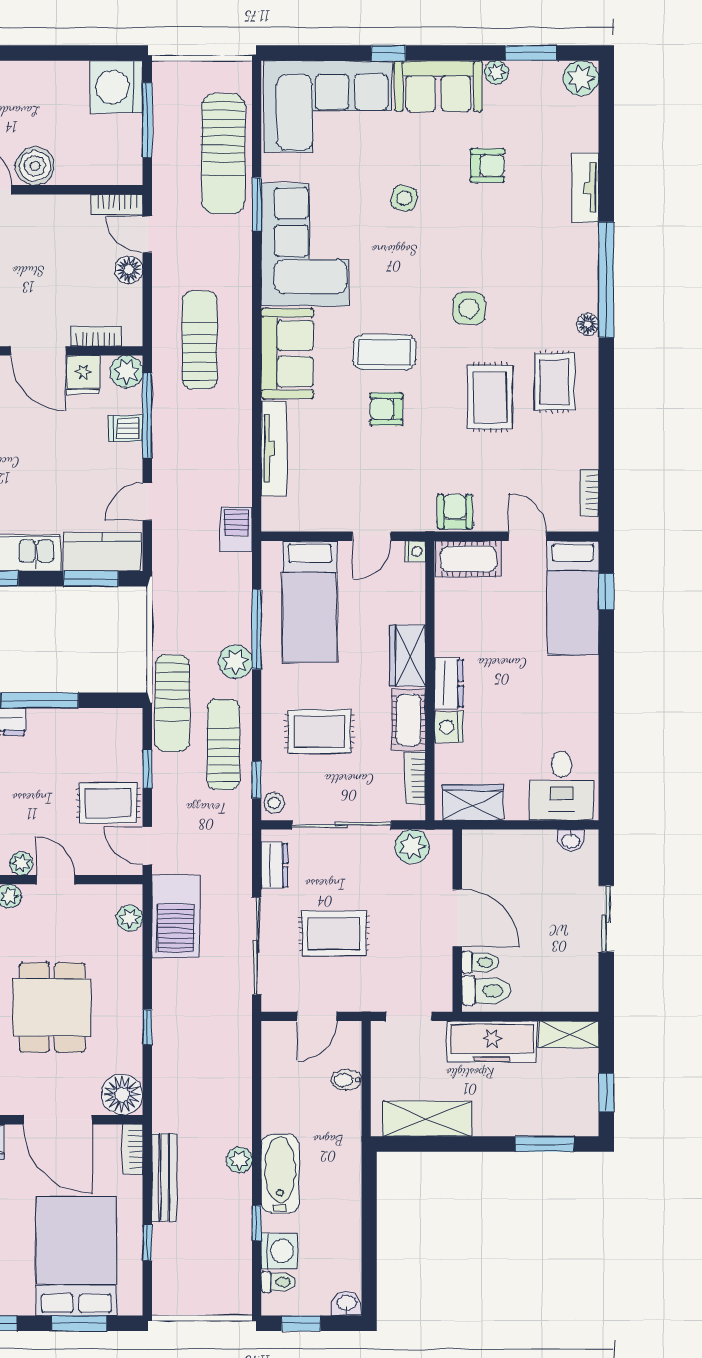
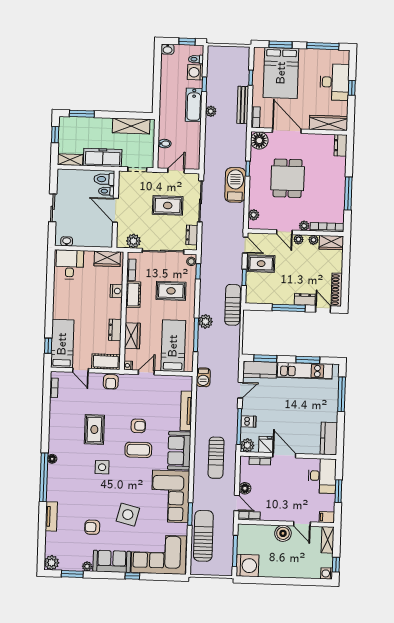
side table: (404, 198) -> (128, 515), width x1.87, depth x1.87
rug: (554, 382) -> (67, 435), removed
wardrobe: (408, 656) -> (132, 336), moved
dresser: (449, 683) -> (115, 330), moved
sun lounger: (223, 744) -> (212, 287), removed
barbecue: (176, 916) -> (235, 185), moved

